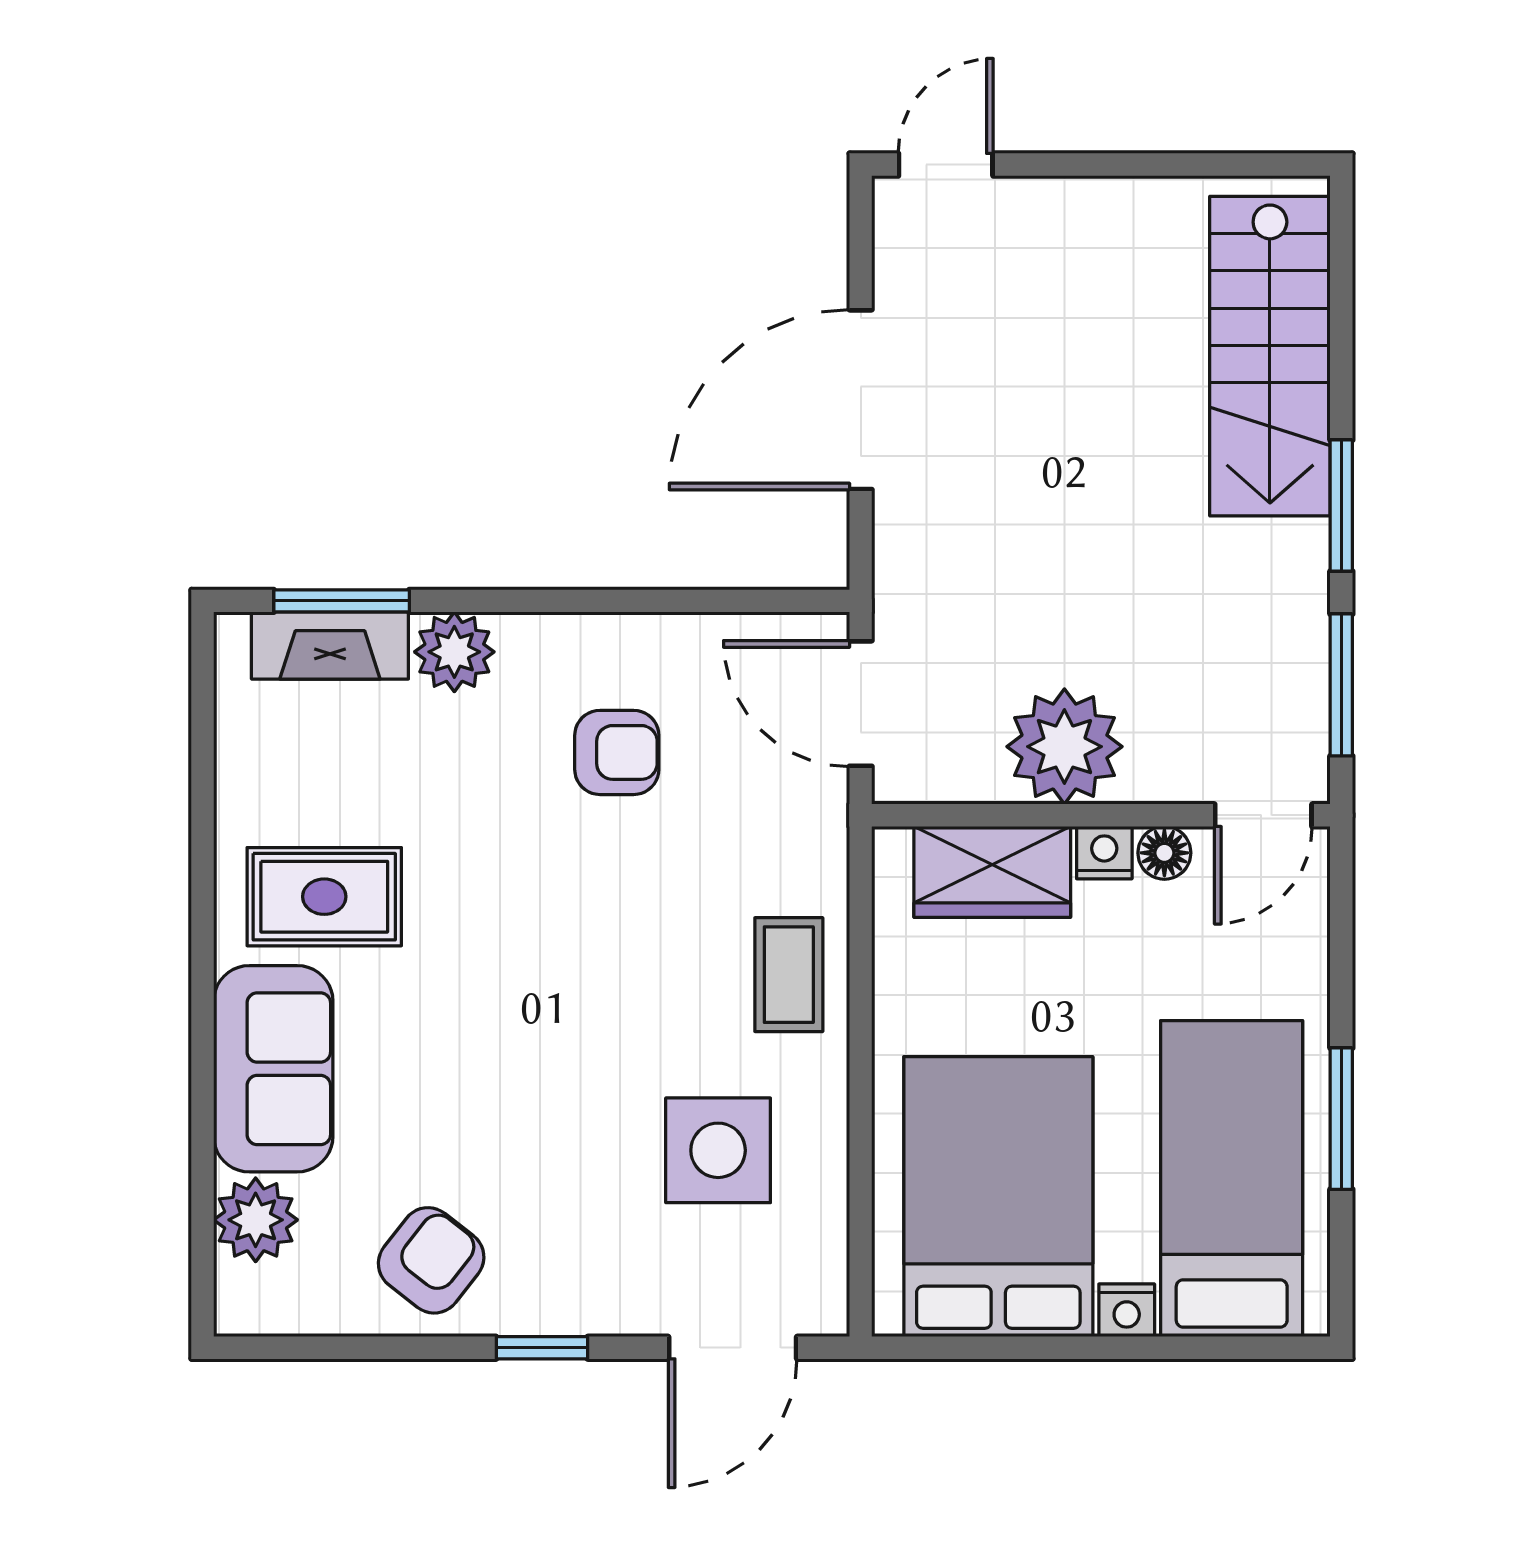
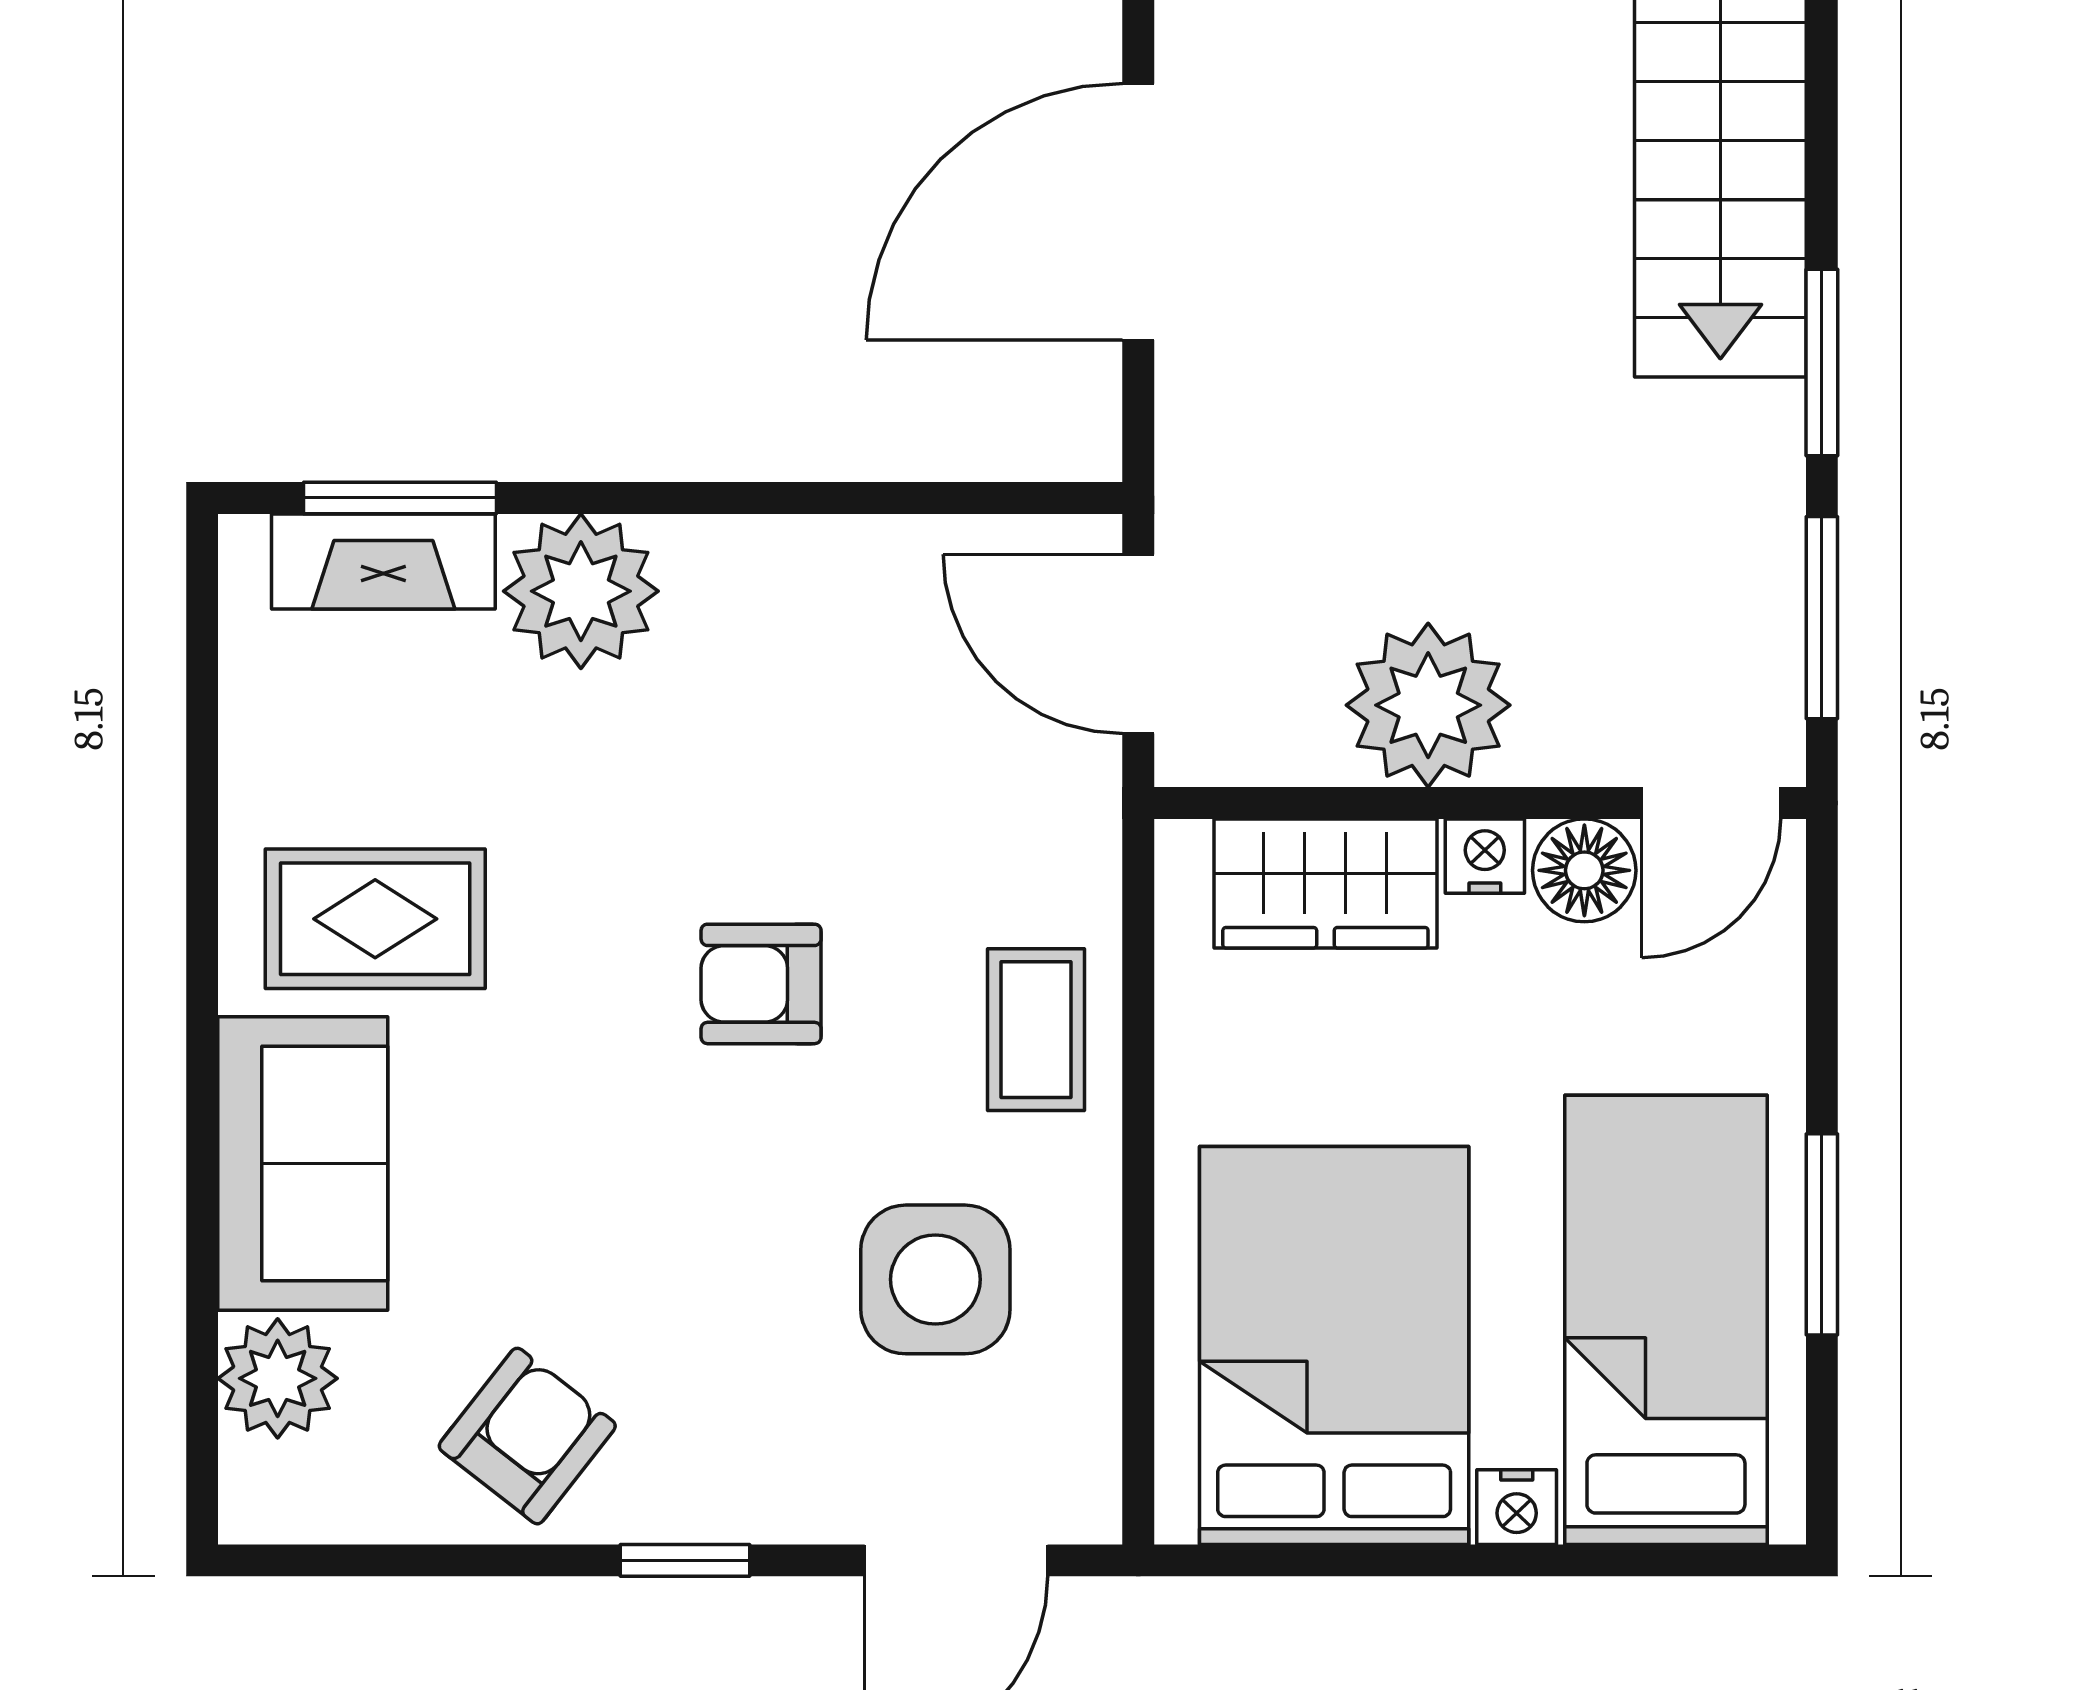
plant: (454, 652) -> (581, 591), width x1.36, depth x1.36
armchair: (617, 752) -> (761, 984), moved, turned 180
floor lamp: (1164, 853) -> (1584, 870), width x1.37, depth x1.37

